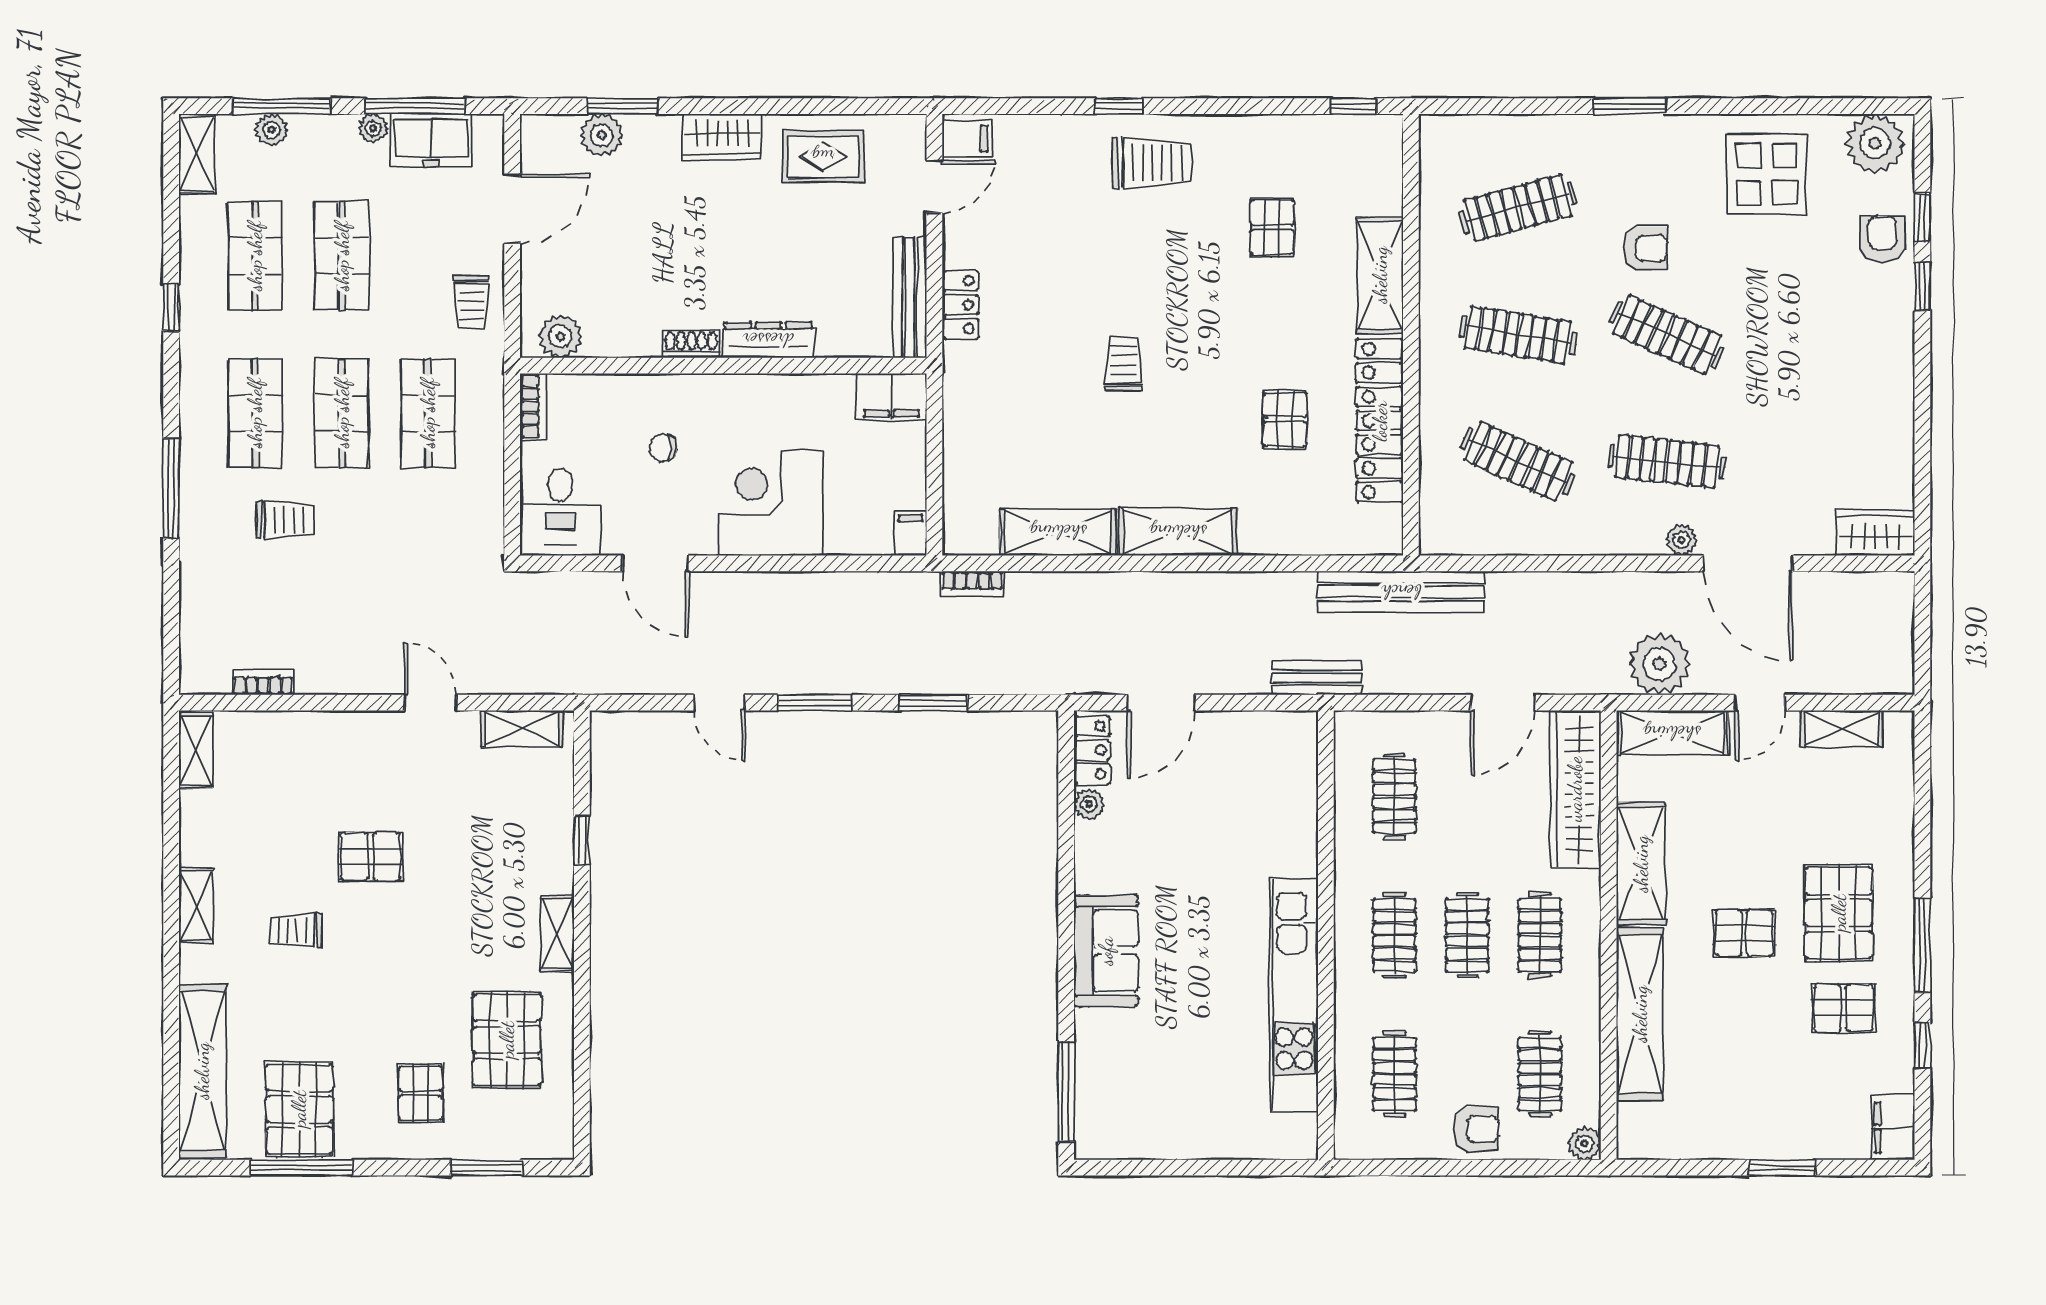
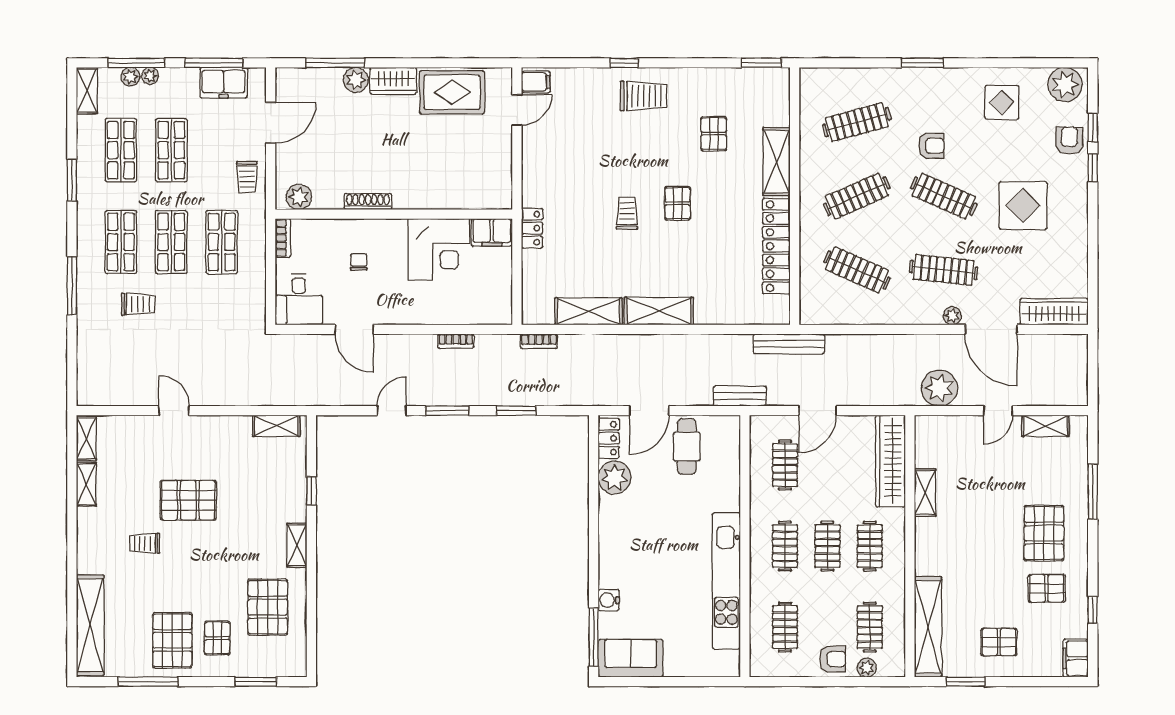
window: (623, 106) -> (335, 63), width x1.44
window: (1354, 106) -> (761, 63), width x1.50
plant: (373, 128) -> (150, 76), moved
plant: (601, 135) -> (356, 80), moved
rug: (823, 157) -> (452, 92), width x1.36, depth x1.43
display table: (1767, 174) -> (1002, 102), width x0.73, depth x0.73
bench: (910, 298) -> (502, 174), removed
locker: (960, 305) -> (532, 228), moved
window: (171, 307) -> (72, 180), width x1.50
clothes rail: (1518, 335) -> (857, 196), turned -33
dresser: (768, 340) -> (420, 199), removed
shoe rack: (691, 344) -> (368, 202), width x1.43
display table: (1803, 351) -> (1023, 206), added
pallet: (1285, 419) -> (678, 203), moved
chair: (663, 448) -> (359, 262), turned 90
corner desk: (771, 503) -> (439, 249), moved, turned 180
wardrobe: (1876, 533) -> (1054, 312), width x1.50
filing cabinet: (910, 534) -> (503, 312), removed
bench: (1401, 592) -> (789, 344), width x0.73, depth x0.82
bookcase: (263, 683) -> (456, 341), moved, turned 180
door: (430, 703) -> (174, 411), moved
door: (720, 703) -> (392, 411), swing flipped
door: (1503, 703) -> (818, 411), moved
shelving: (1672, 733) -> (947, 428), removed
cafe table: (1226, 764) -> (687, 446), added
plant: (1089, 804) -> (615, 477), width x1.88, depth x1.88
pallet: (371, 856) -> (188, 500), width x1.50, depth x1.42
shelving: (1641, 864) -> (925, 492), width x0.67, depth x0.75
shelving: (196, 906) -> (86, 484), moved
pallet: (1744, 933) -> (999, 642), moved
window: (1922, 945) -> (1093, 492), moved
sofa: (1106, 951) -> (631, 658), moved, turned -90
shelving: (1640, 1014) -> (928, 627), moved
water cooler: (1092, 1028) -> (609, 600), added
pallet: (299, 1109) -> (172, 640), moved
plant: (1585, 1144) -> (867, 668), moved
window: (1782, 1168) -> (966, 682), moved

